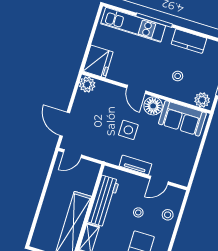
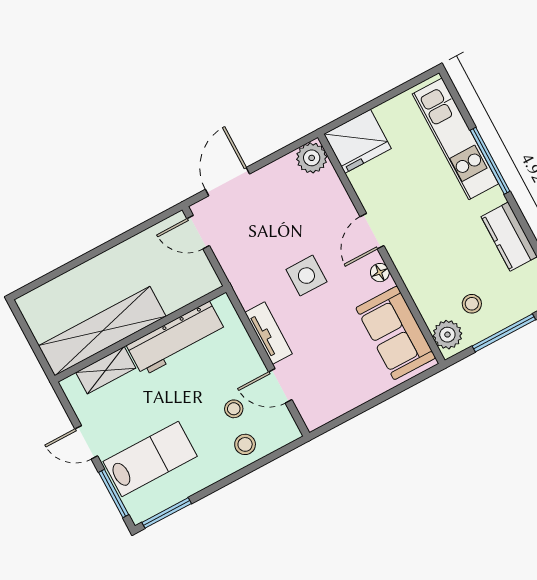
stool: (178, 76) -> (472, 304), moved
floor lamp: (153, 106) -> (380, 273), width x0.53, depth x0.53
stool: (138, 212) -> (234, 409), moved

